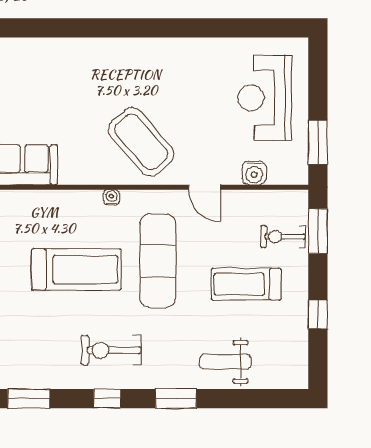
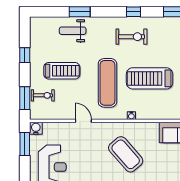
coffee table: (141, 142) -> (126, 154), moved
water cooler: (254, 173) -> (36, 128), moved
weight bench: (225, 362) -> (73, 31), turned 180
window: (176, 399) -> (80, 12), moved

